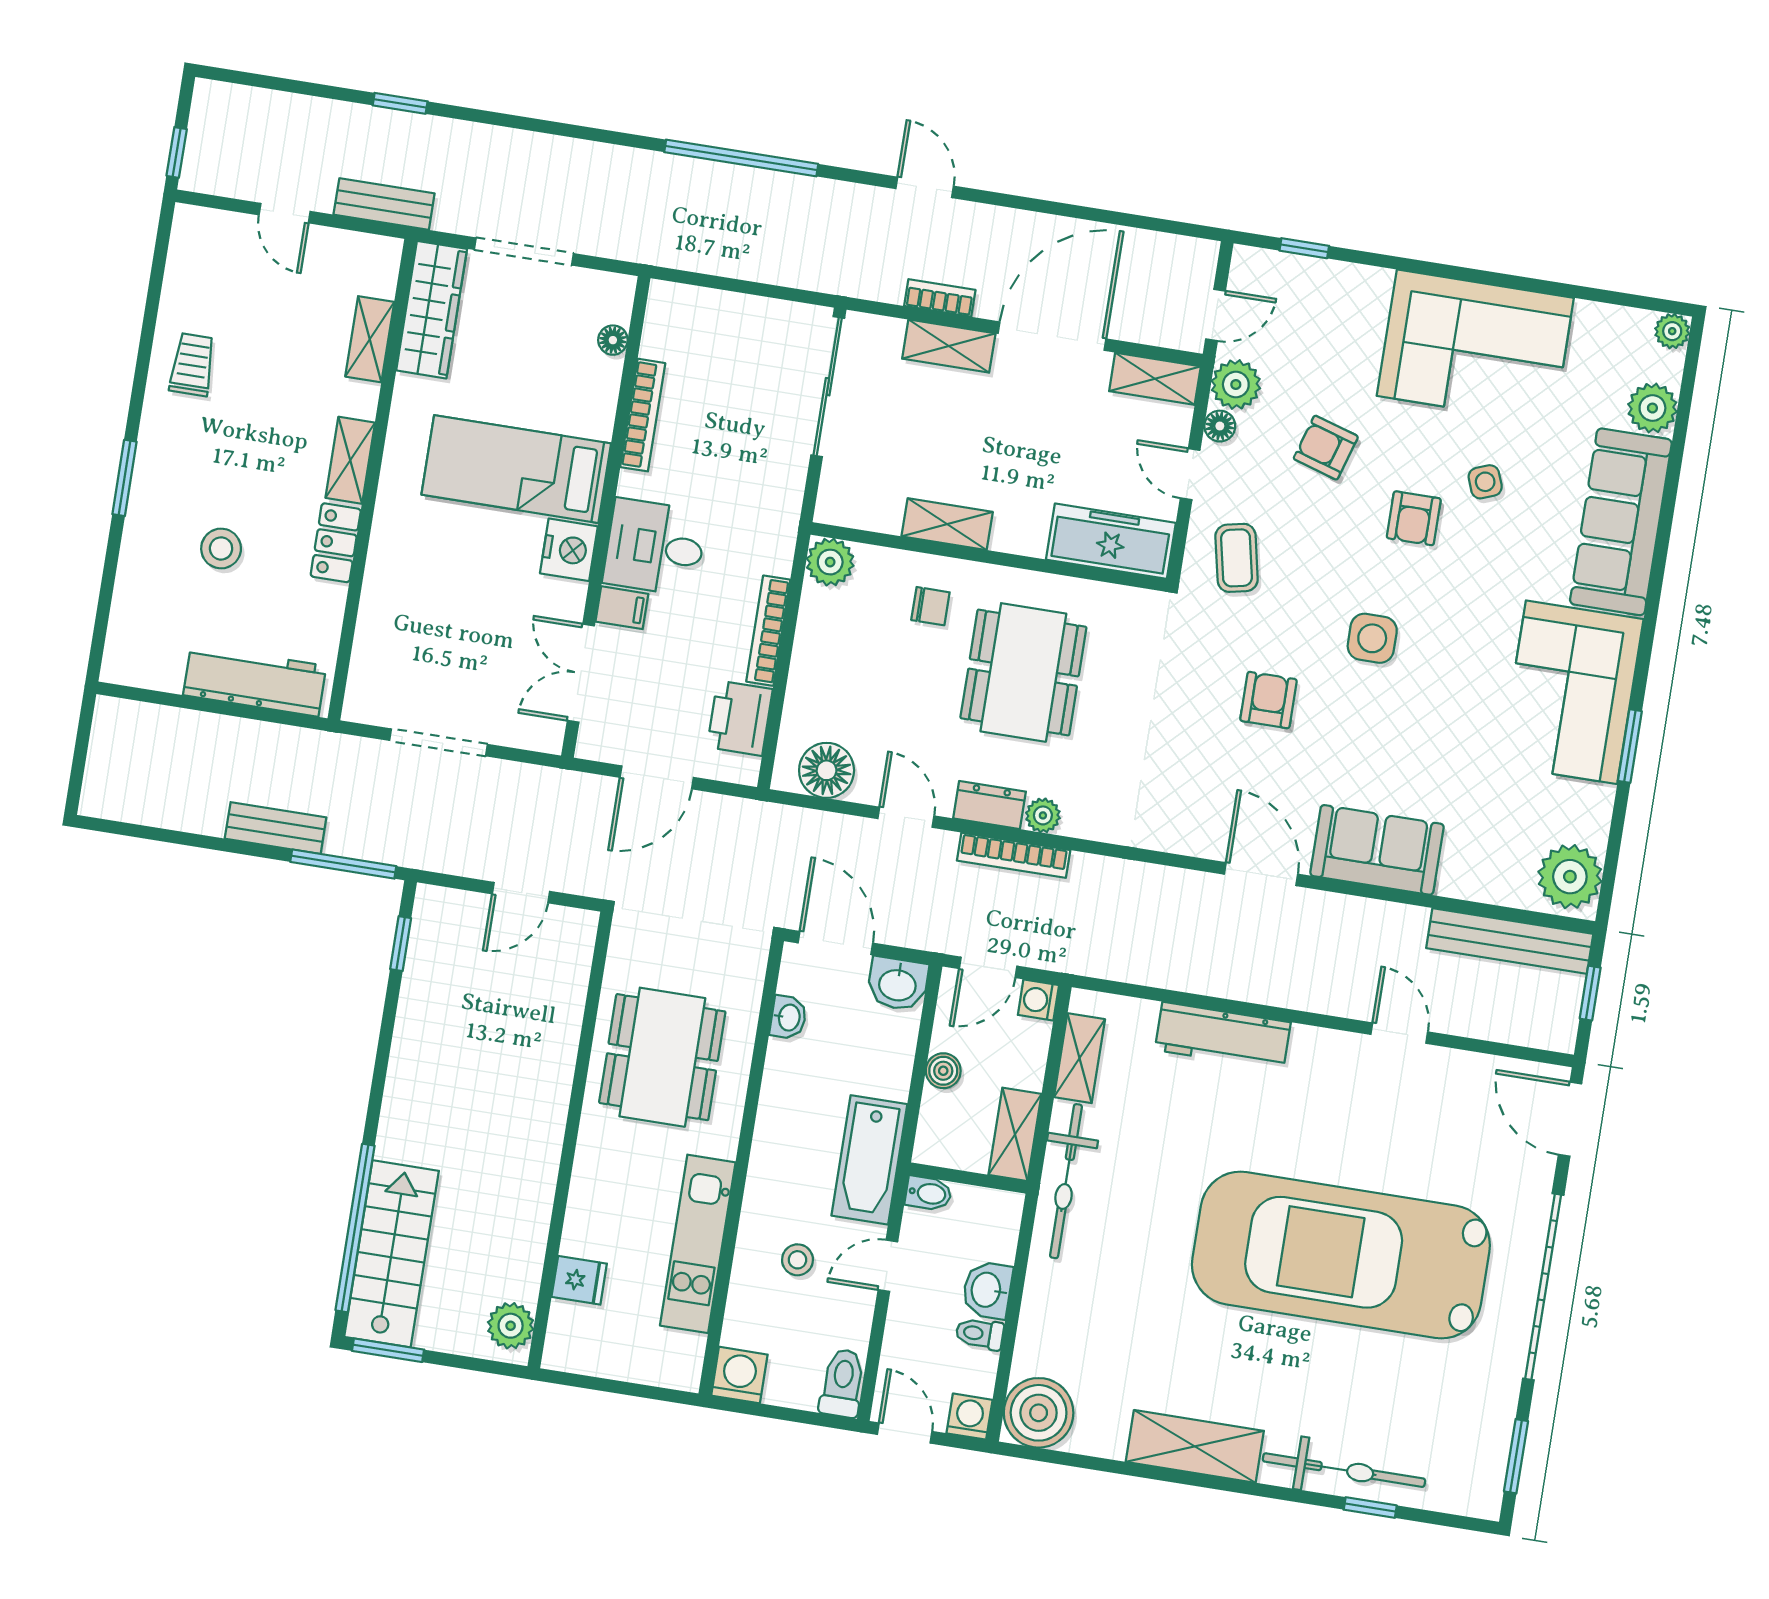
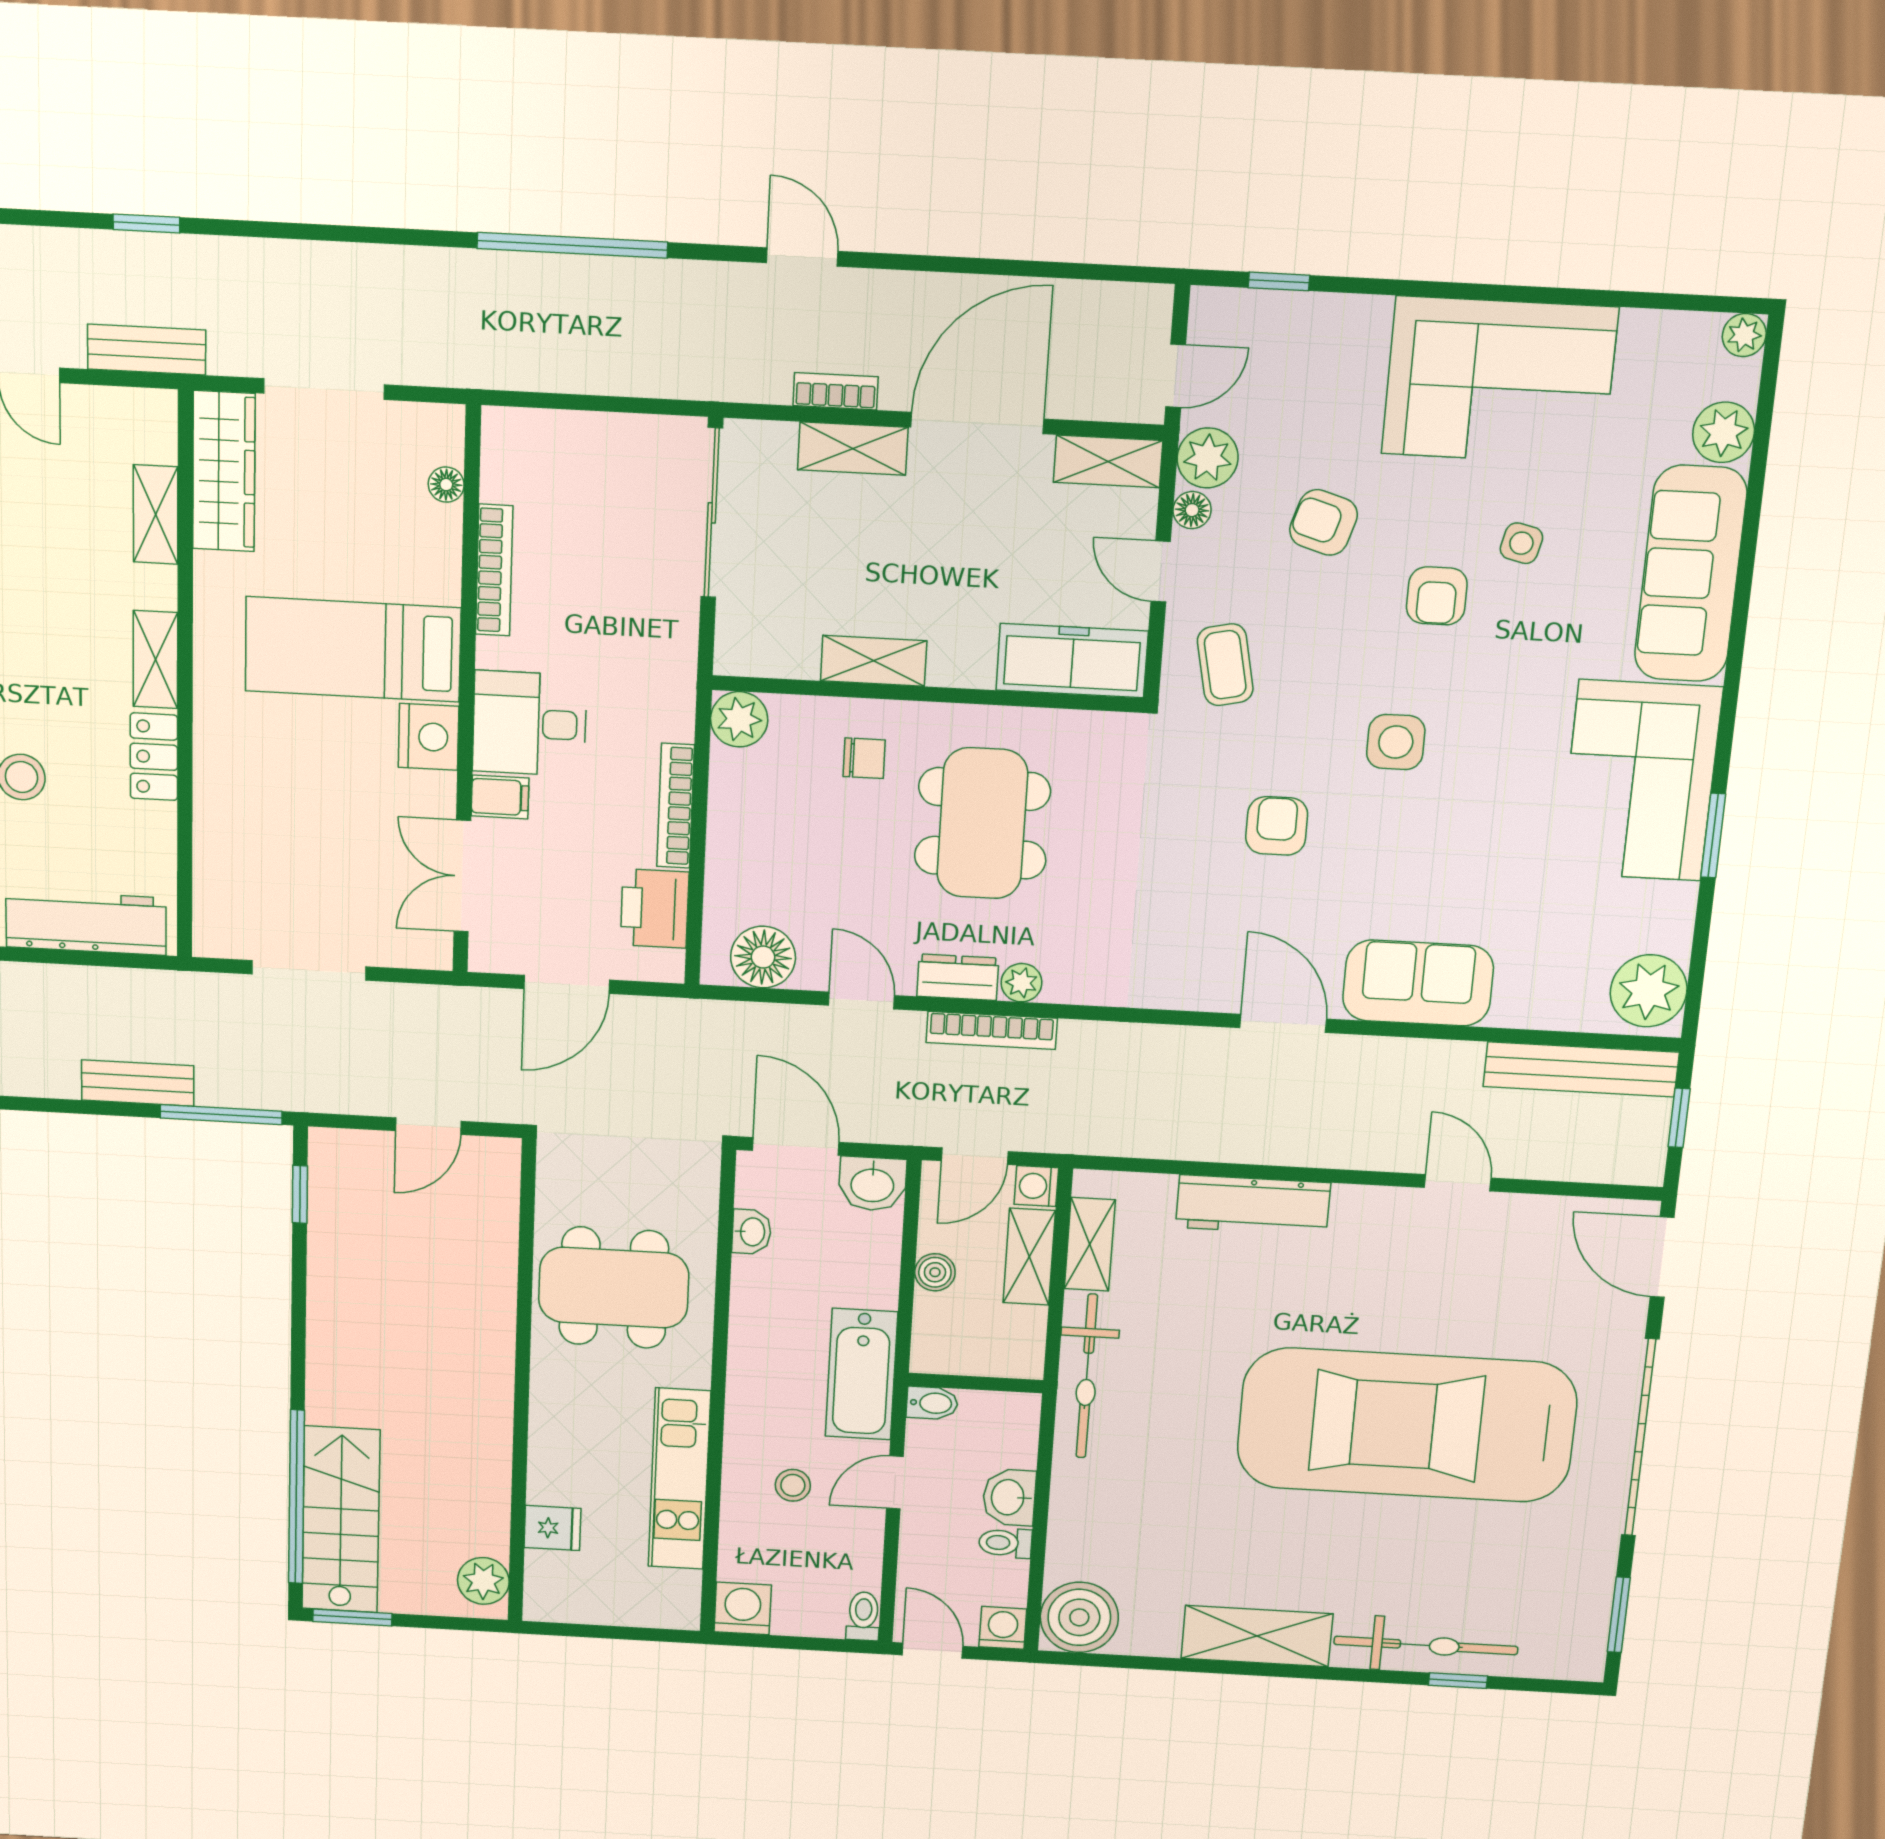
side table: (1485, 482) -> (1521, 543), turned 34
dining table: (662, 1057) -> (614, 1288), turned 90
shelving: (1015, 1134) -> (1029, 1257), moved
toilet: (842, 1383) -> (863, 1616), width x0.73, depth x0.72

